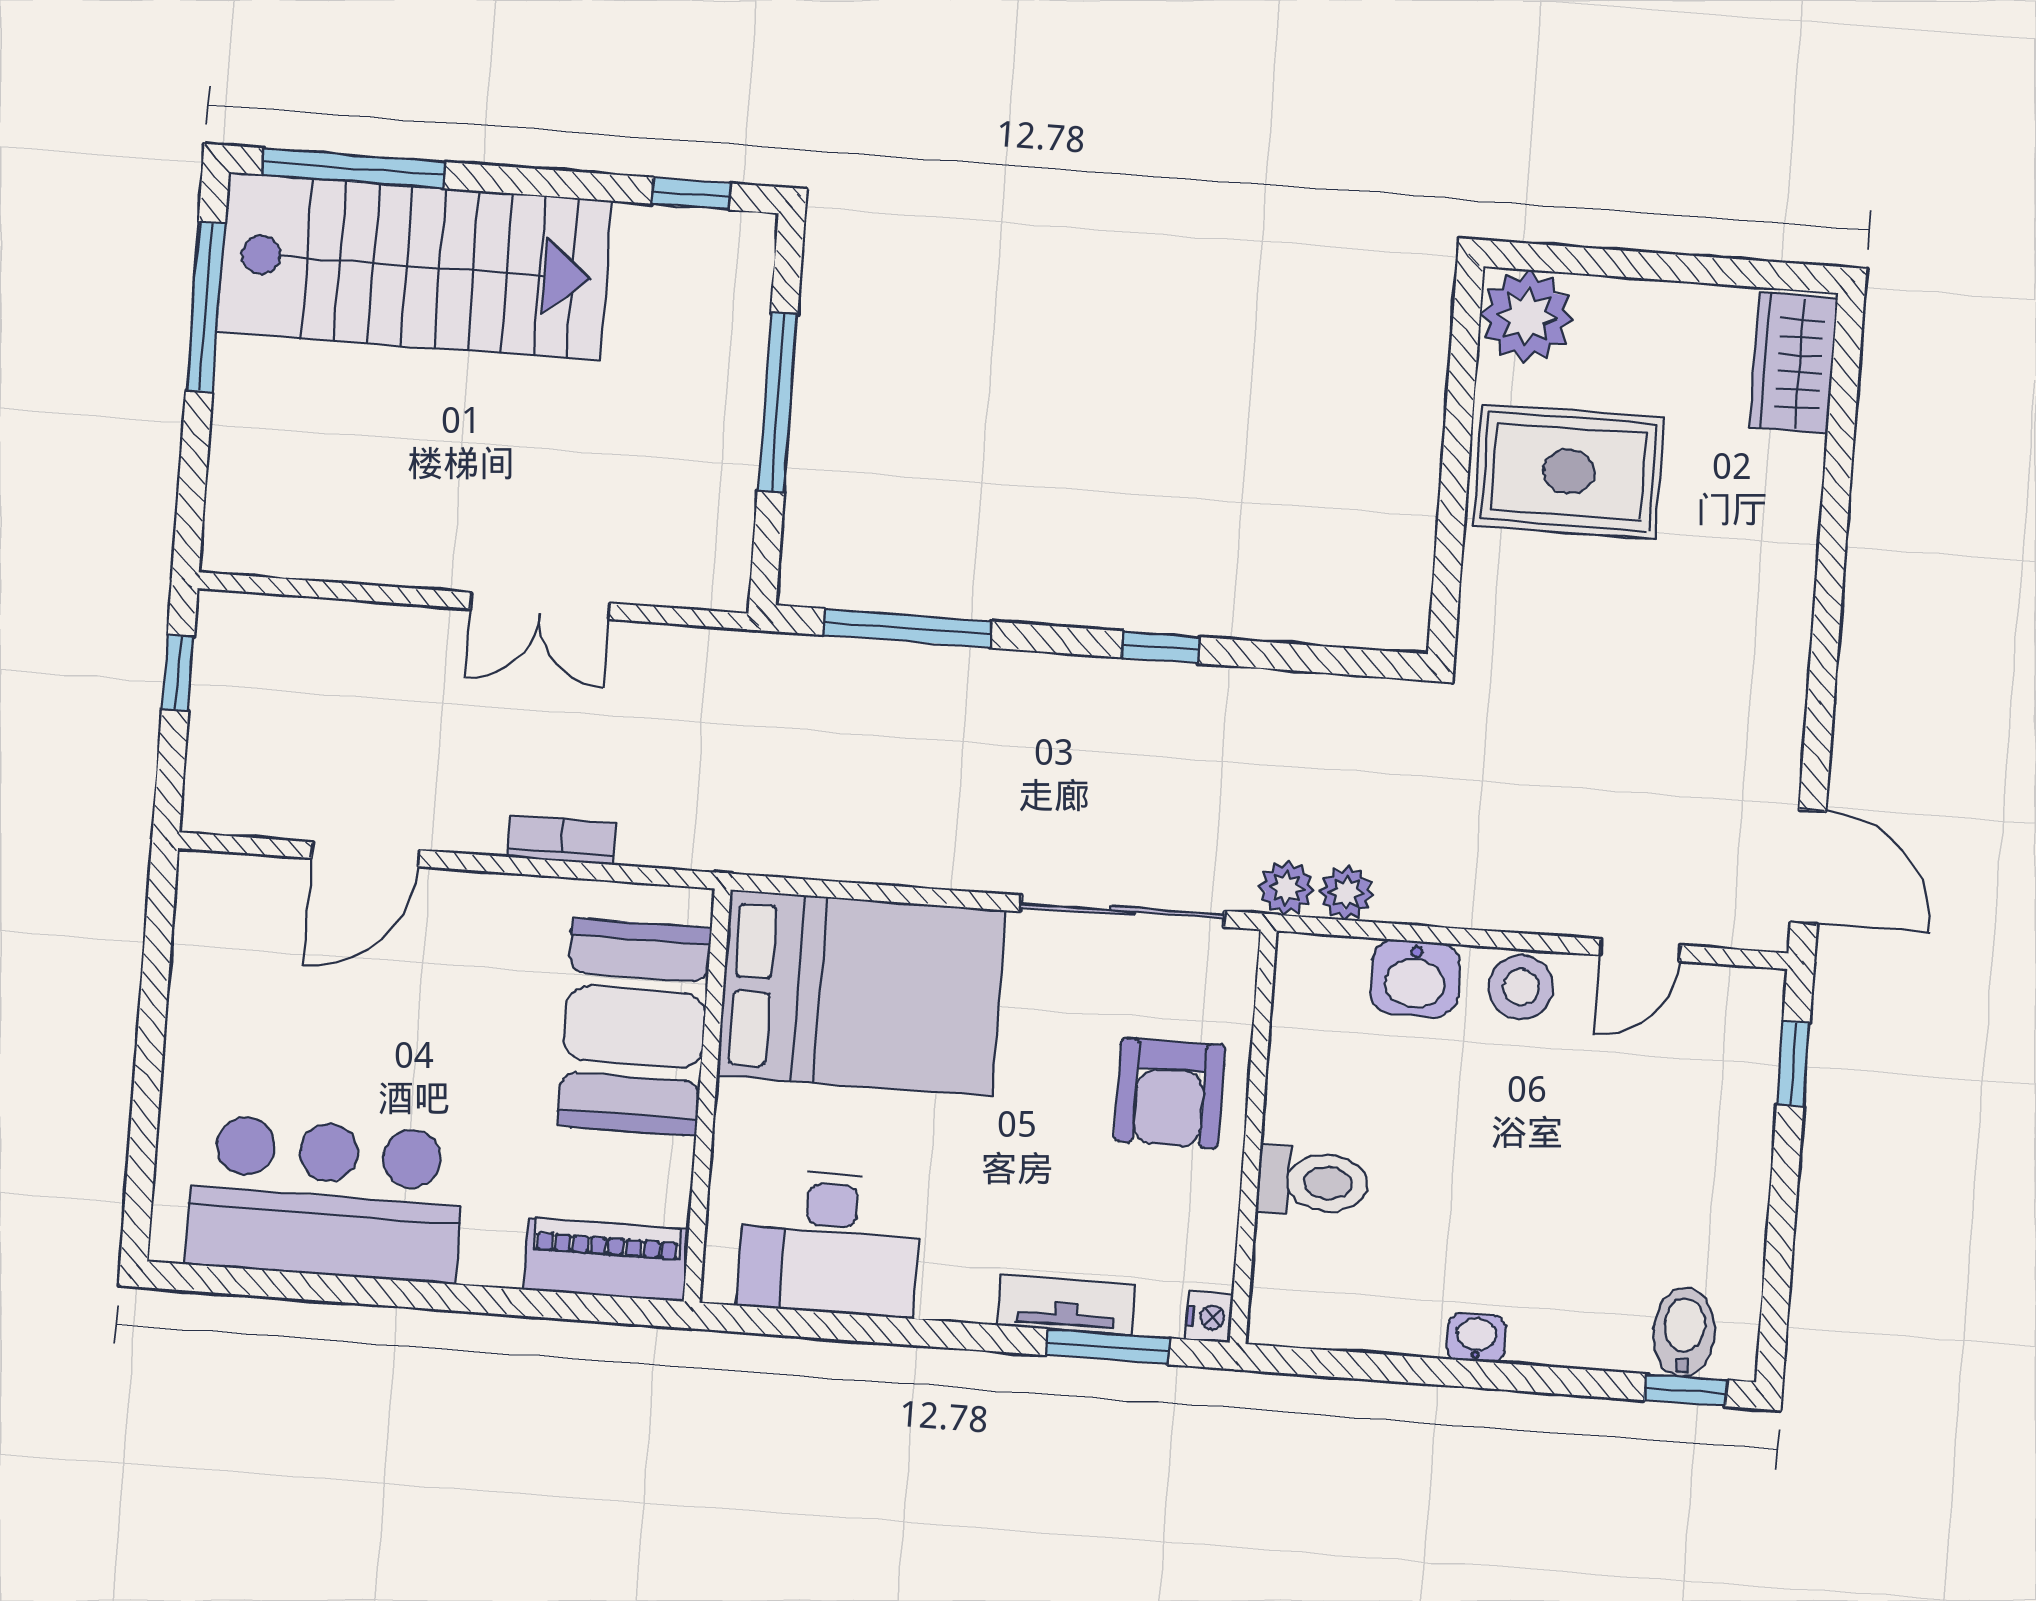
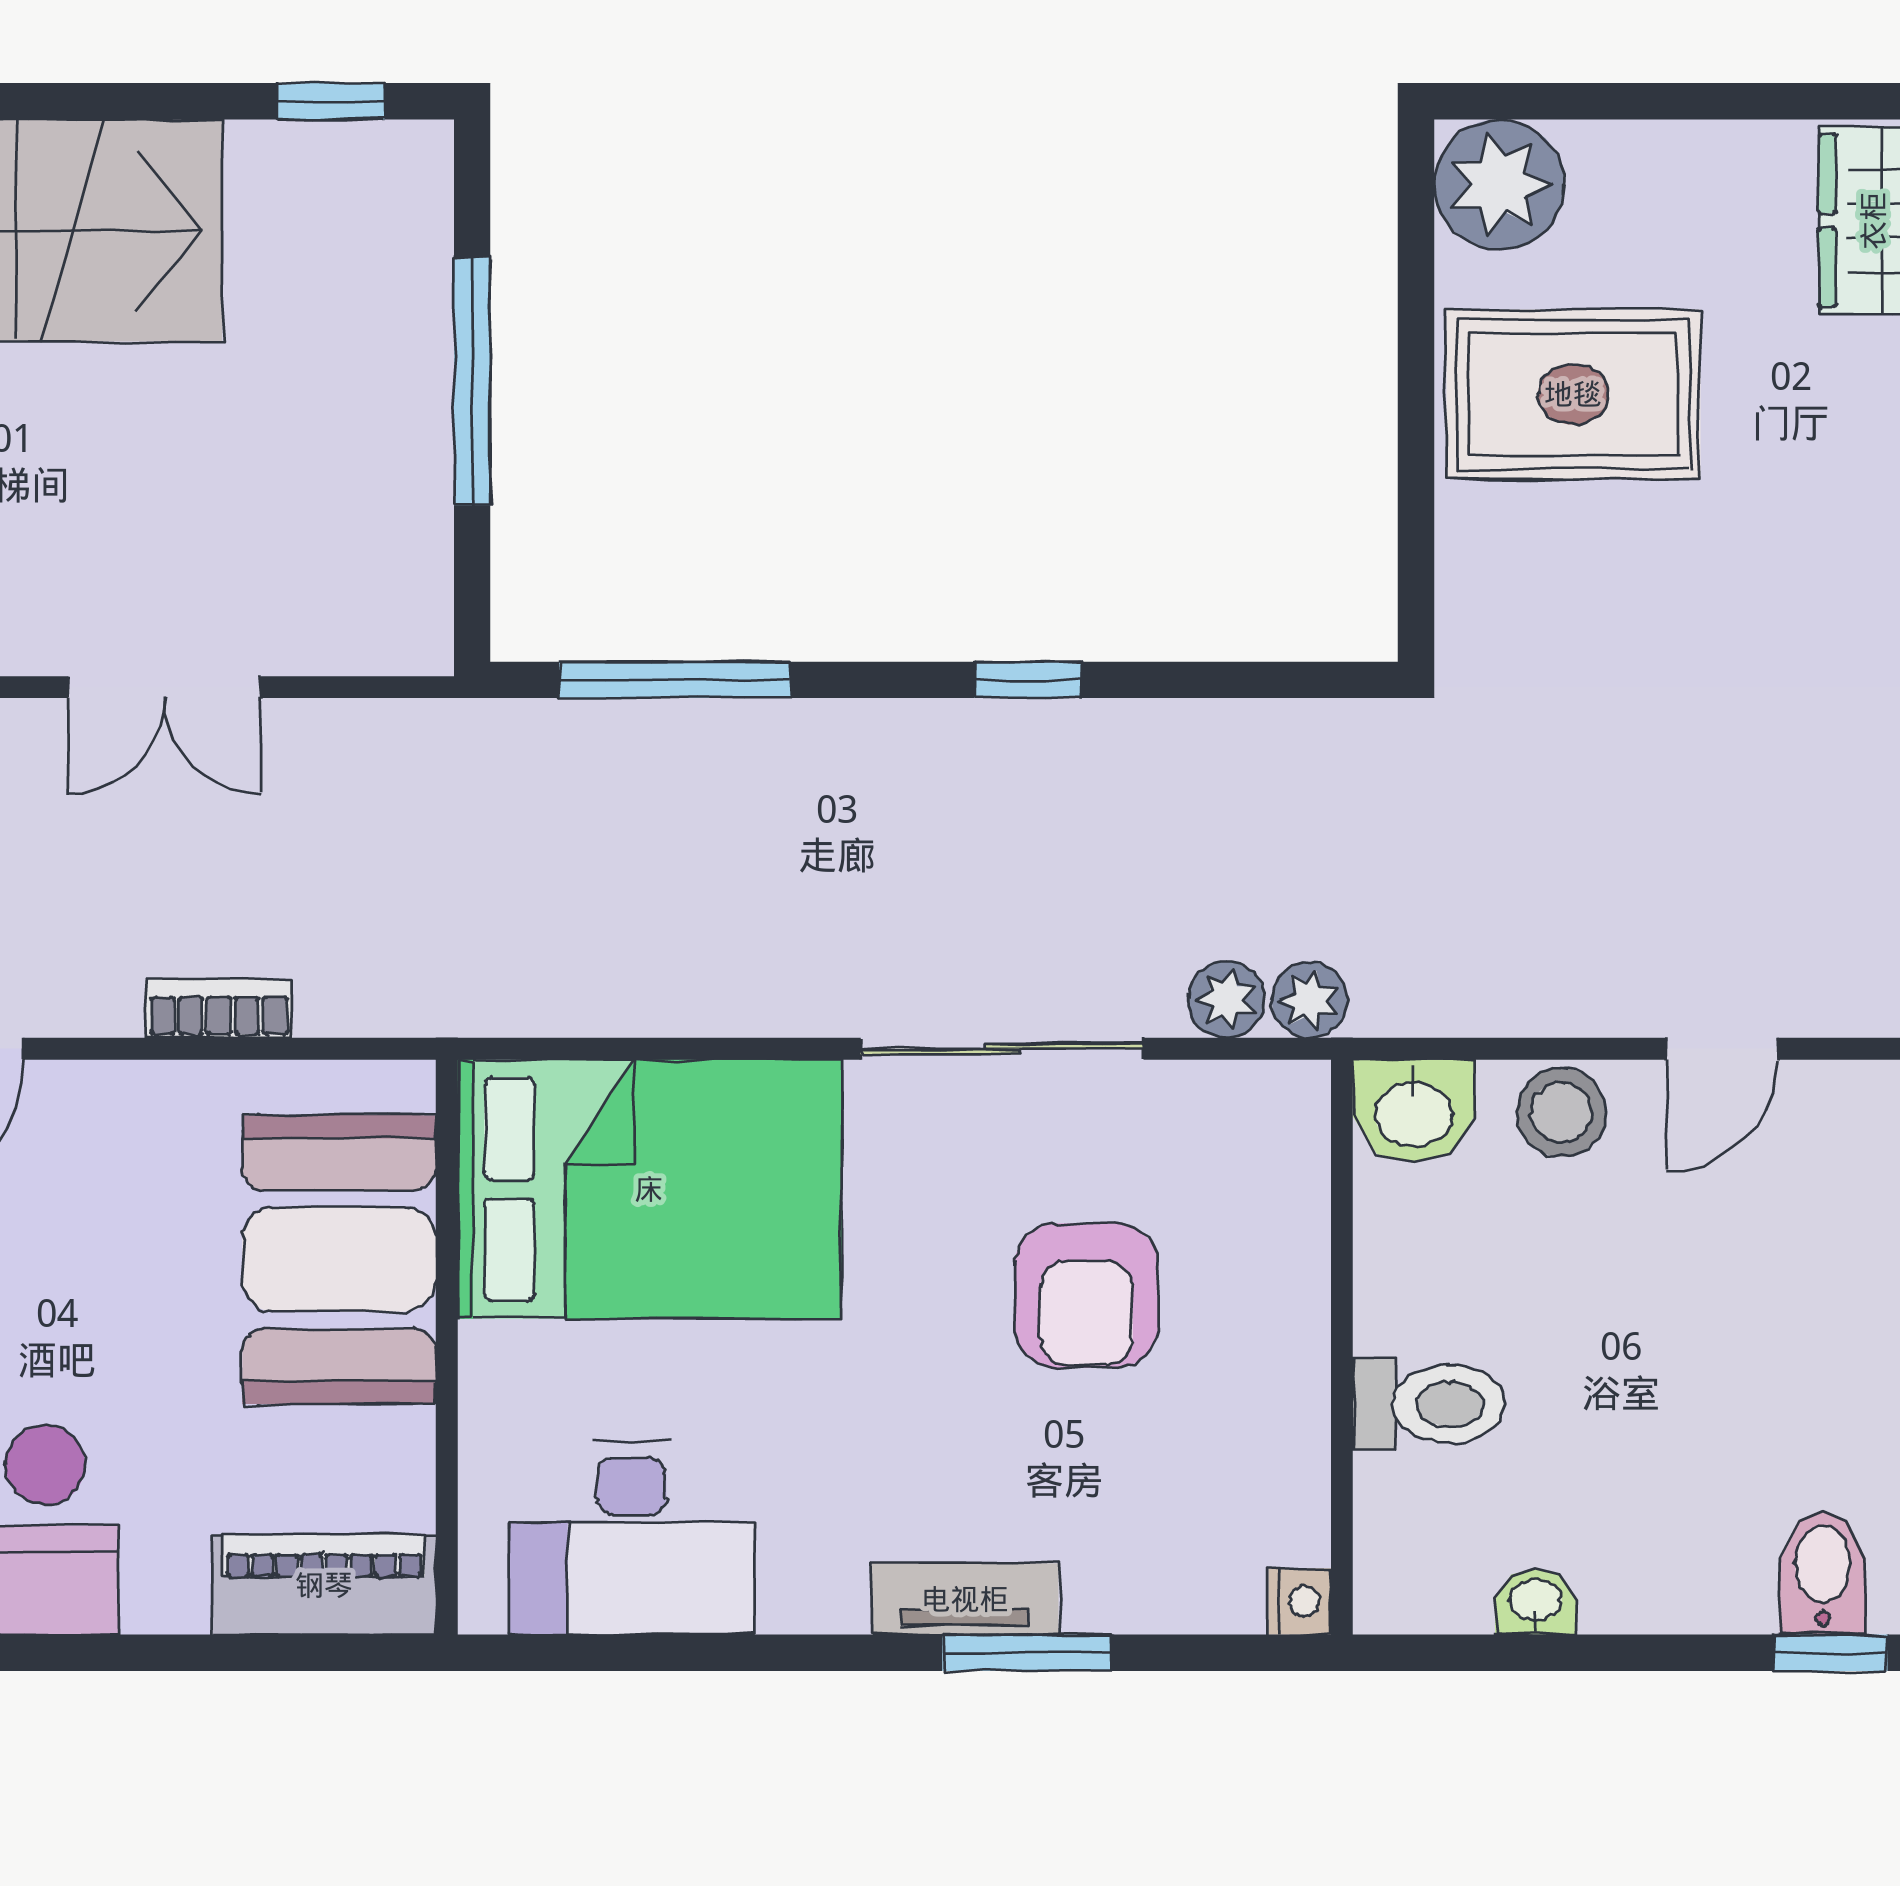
wall: (1253, 1137) -> (1342, 1347), moved
toilet: (1313, 1182) -> (1429, 1404), moved
nightstand: (1209, 1317) -> (1300, 1601), moved

